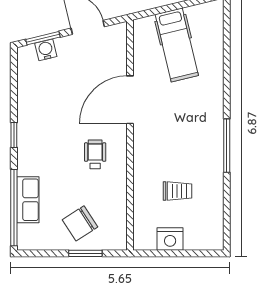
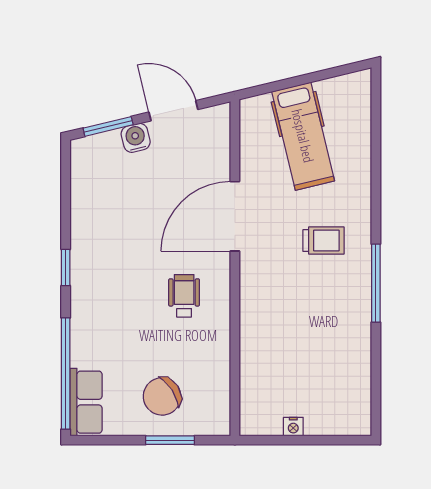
water cooler: (46, 50) -> (136, 138), moved
trolley: (178, 191) -> (324, 241), moved
row of seats: (28, 200) -> (86, 402), moved
nightstand: (170, 239) -> (293, 427), width x0.53, depth x0.56

